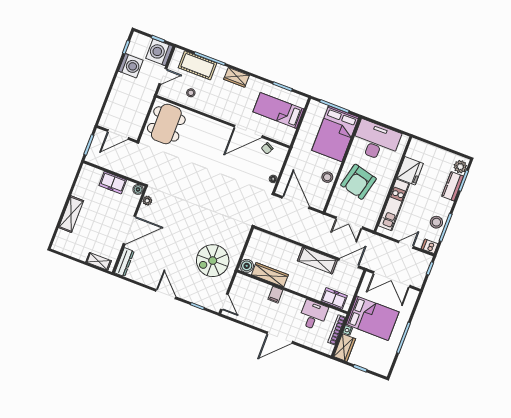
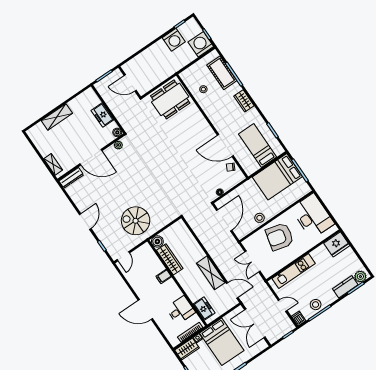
door: (163, 76) -> (191, 63), removed
bed: (335, 134) -> (277, 177), moved
fridge: (410, 171) -> (337, 244), moved

